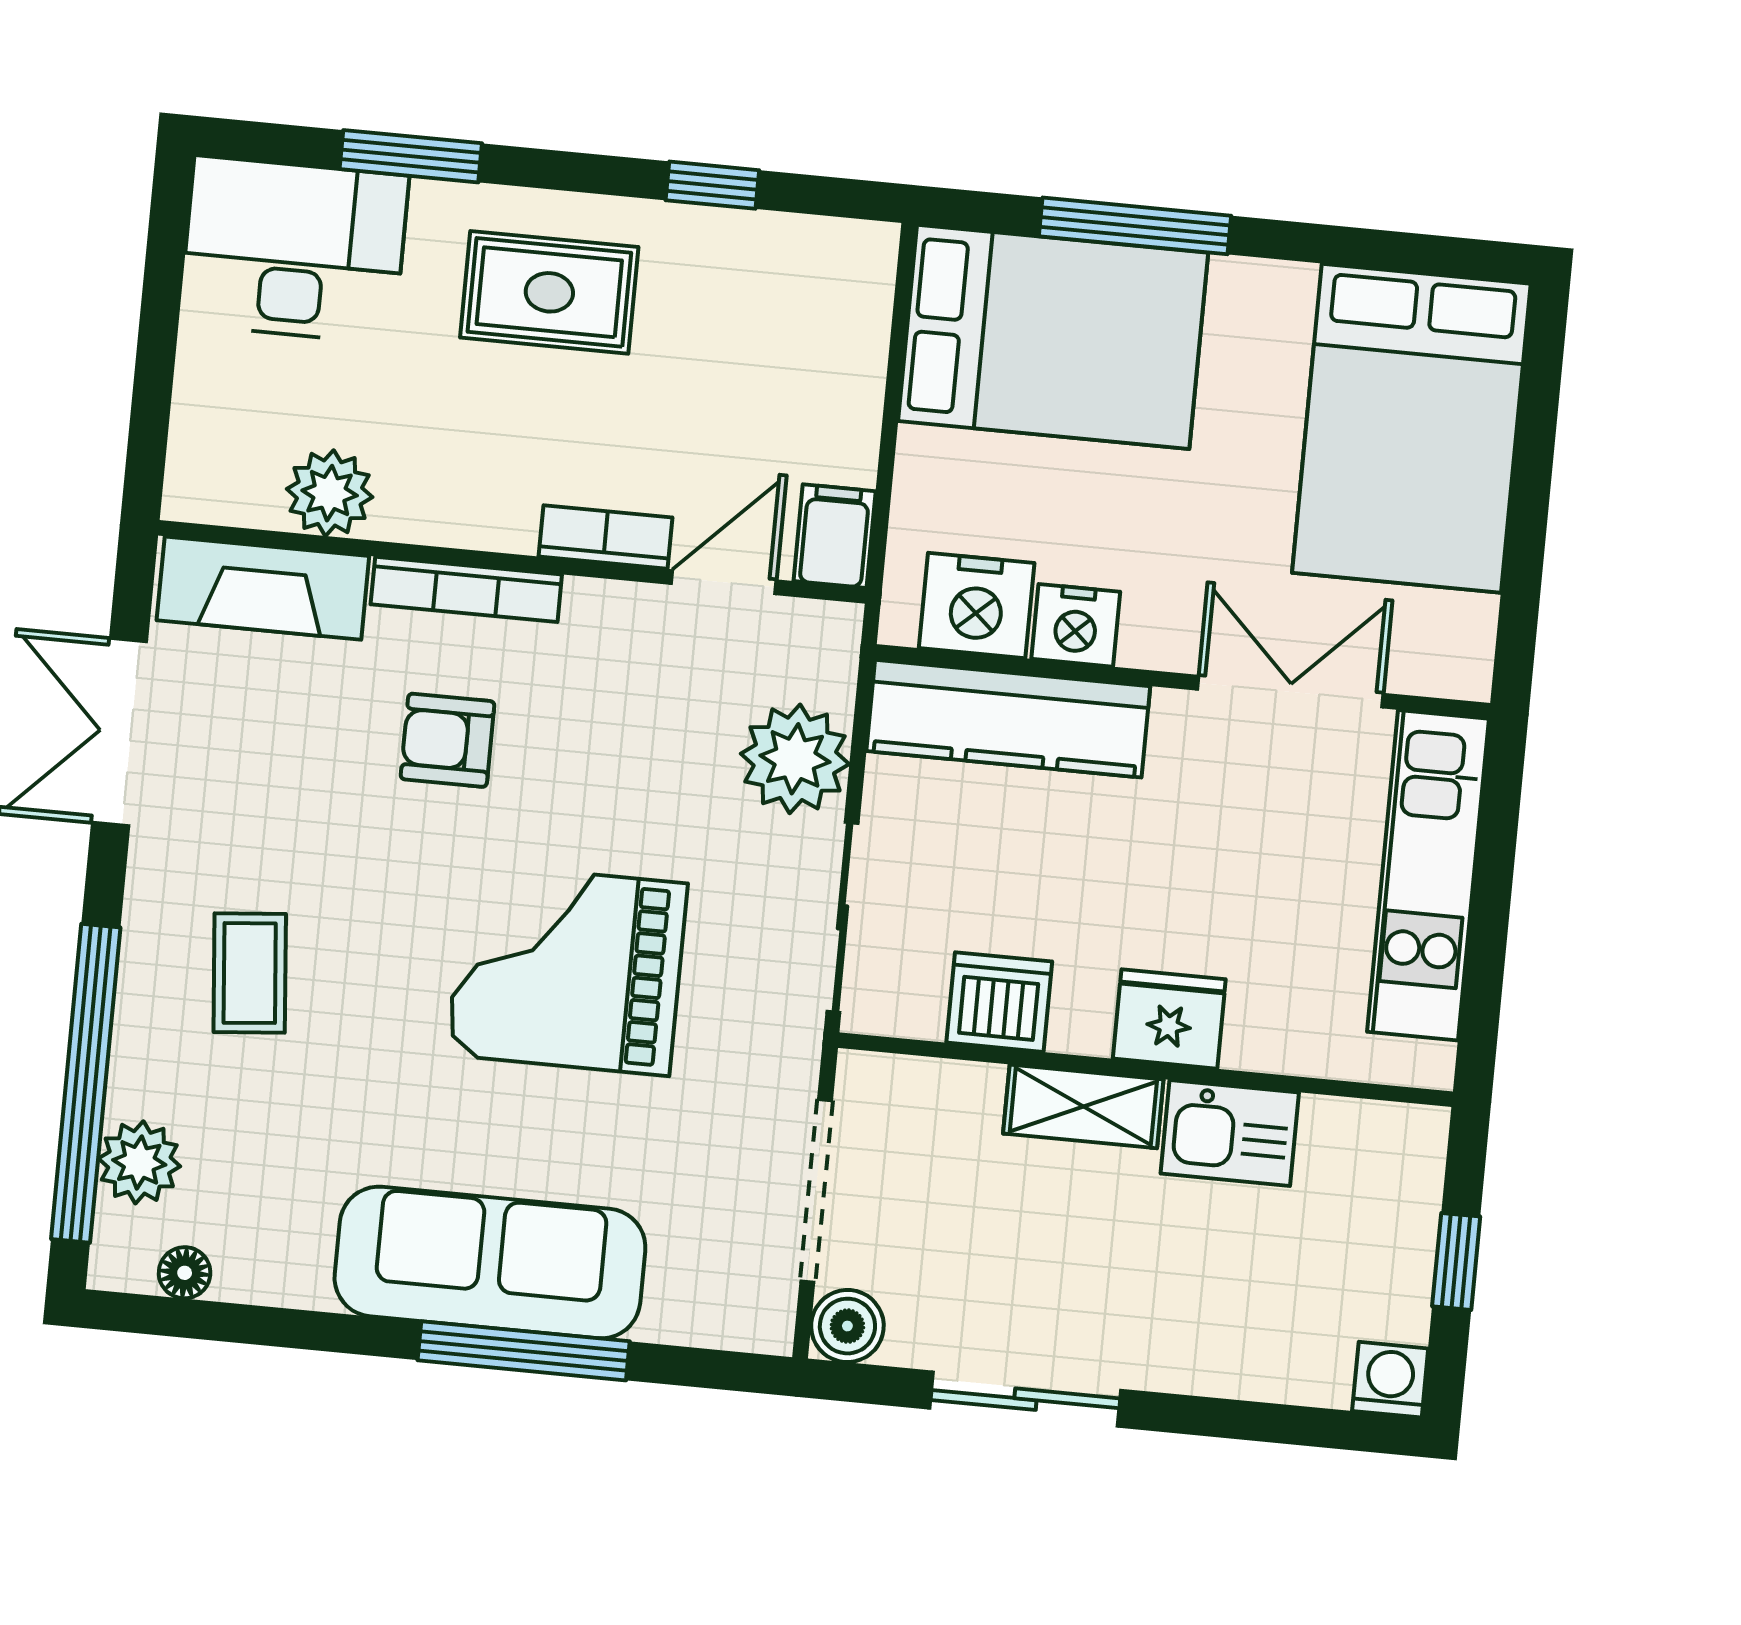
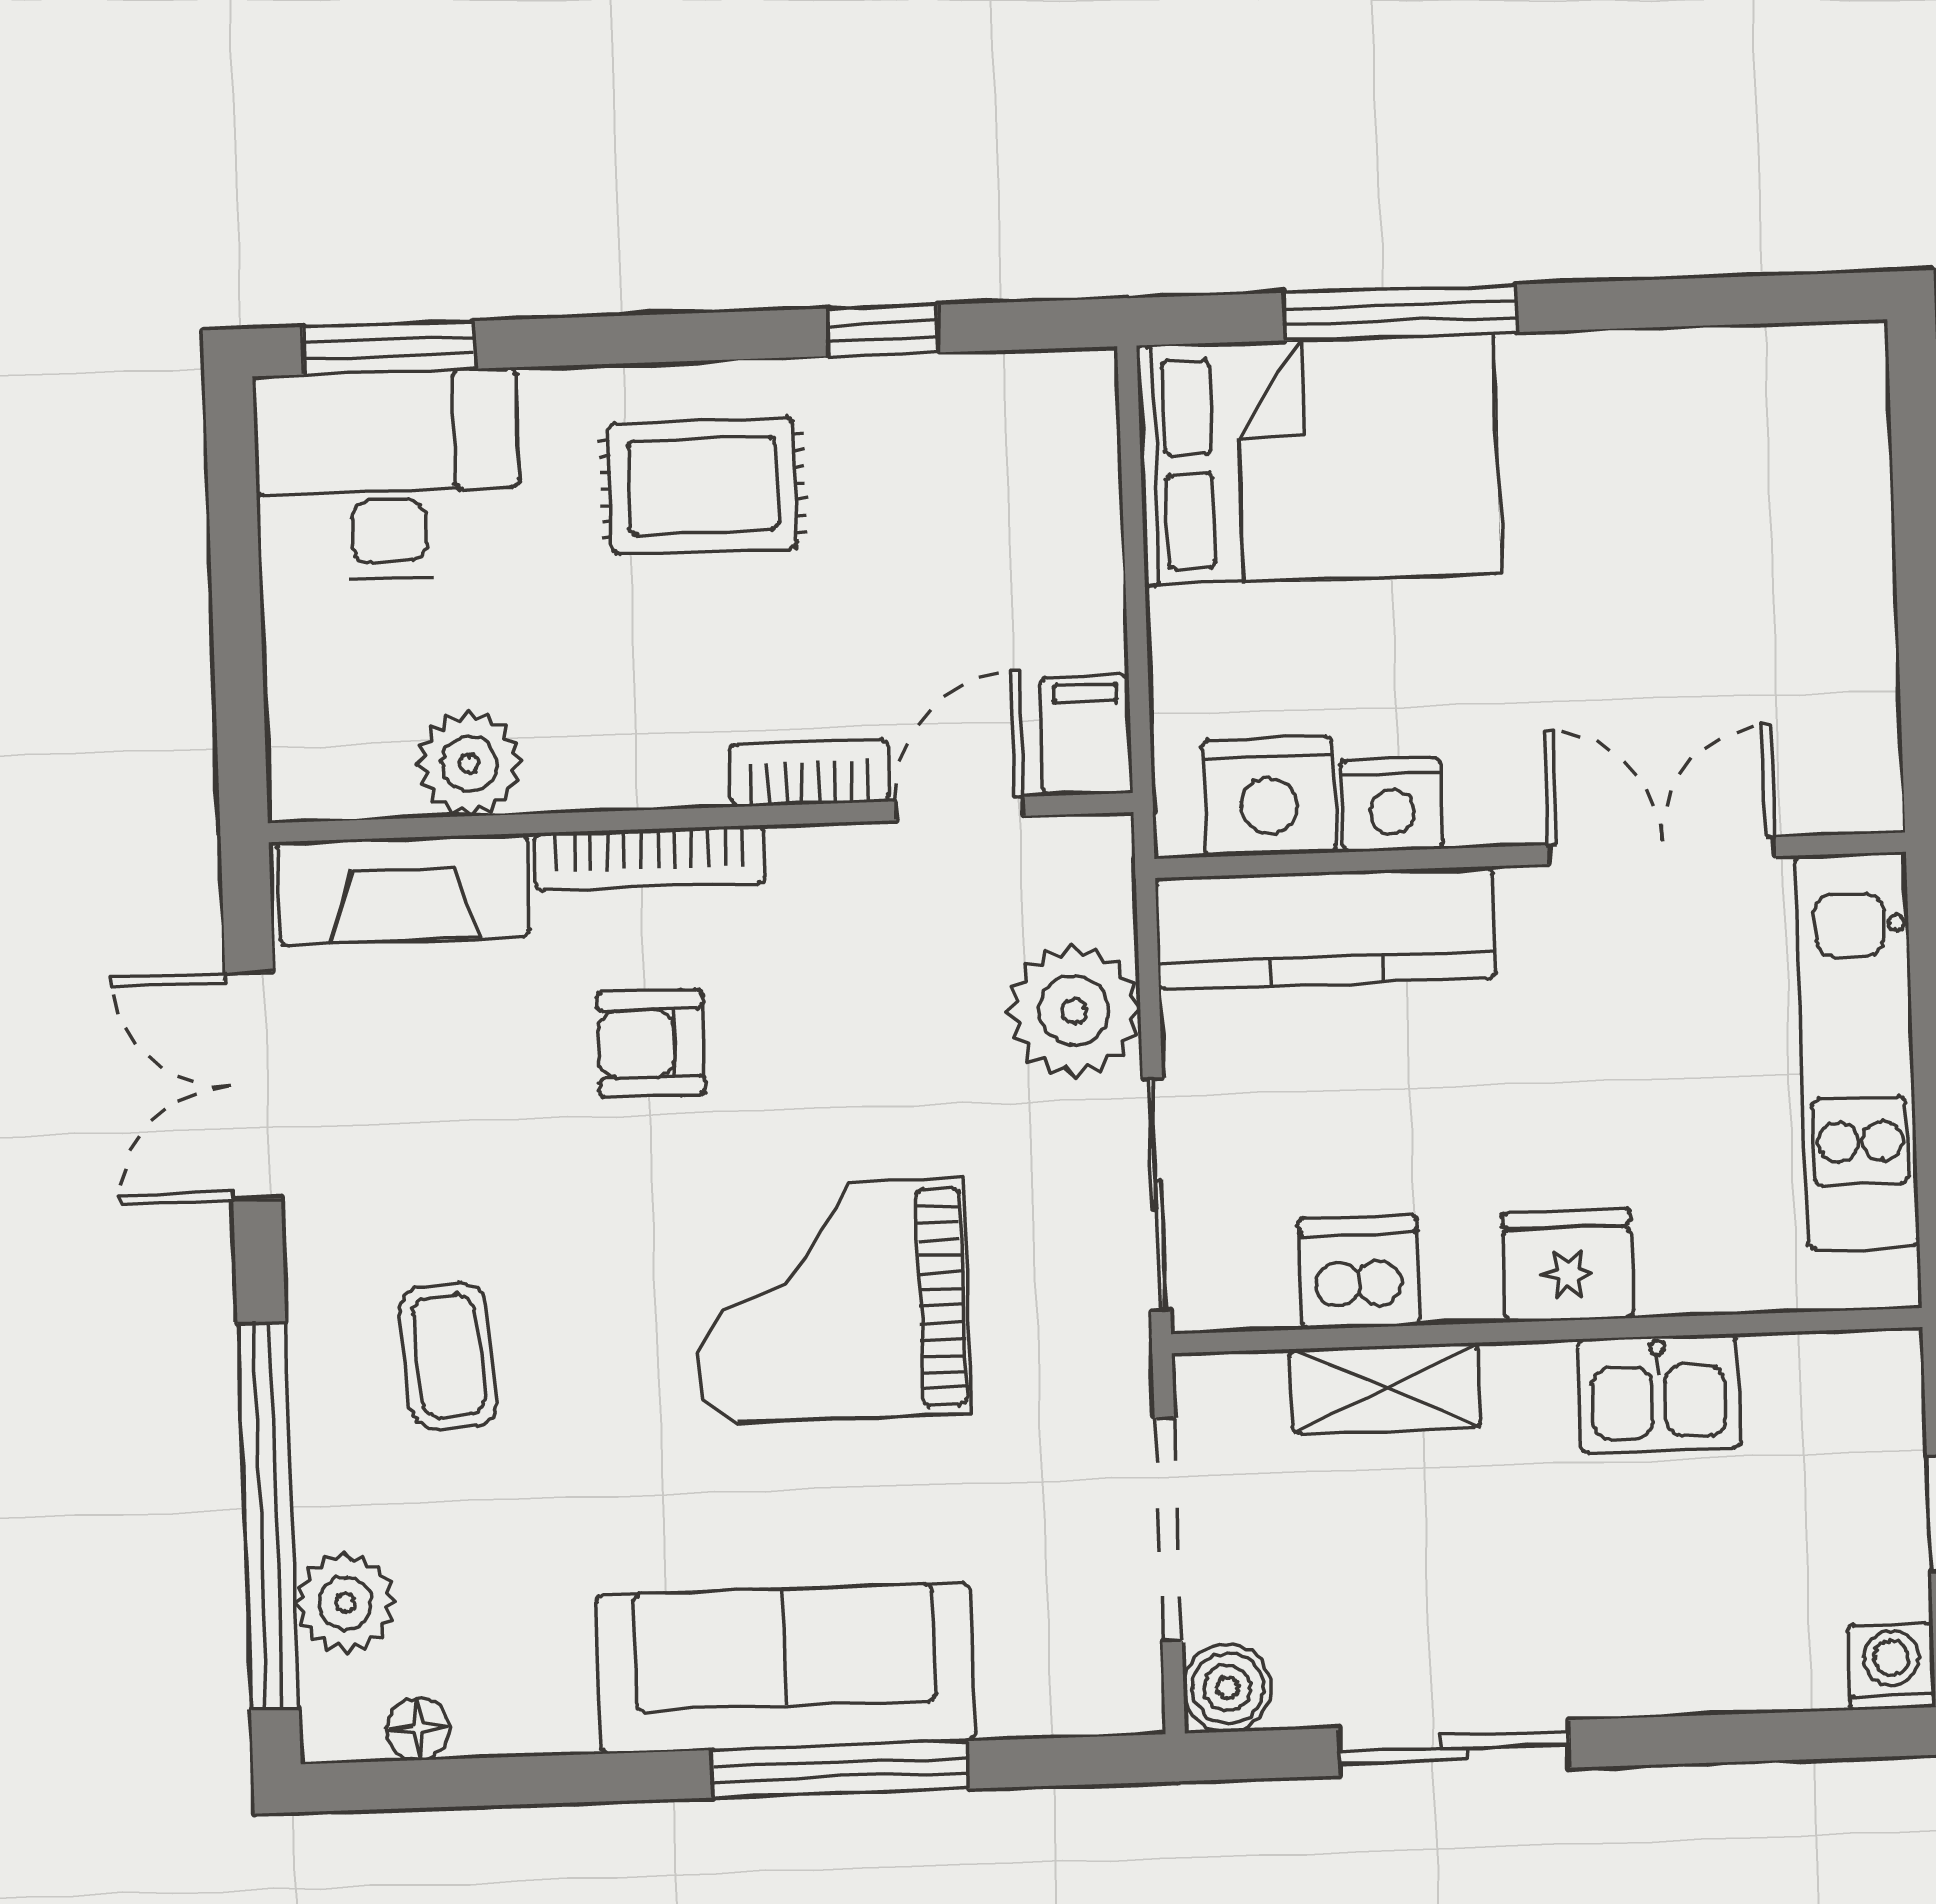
window: (411, 156) -> (389, 348), moved
bed: (1411, 428) -> (1766, 513), removed
shelving: (1083, 1106) -> (1385, 1388), moved

